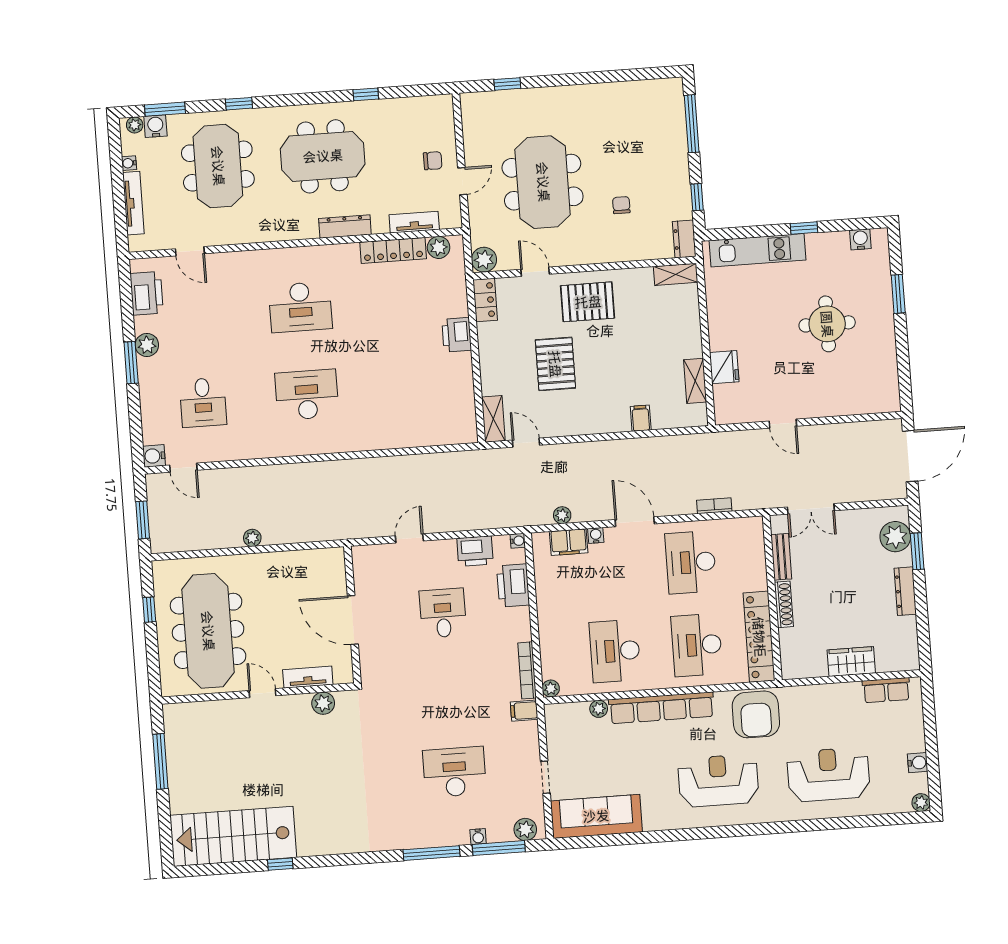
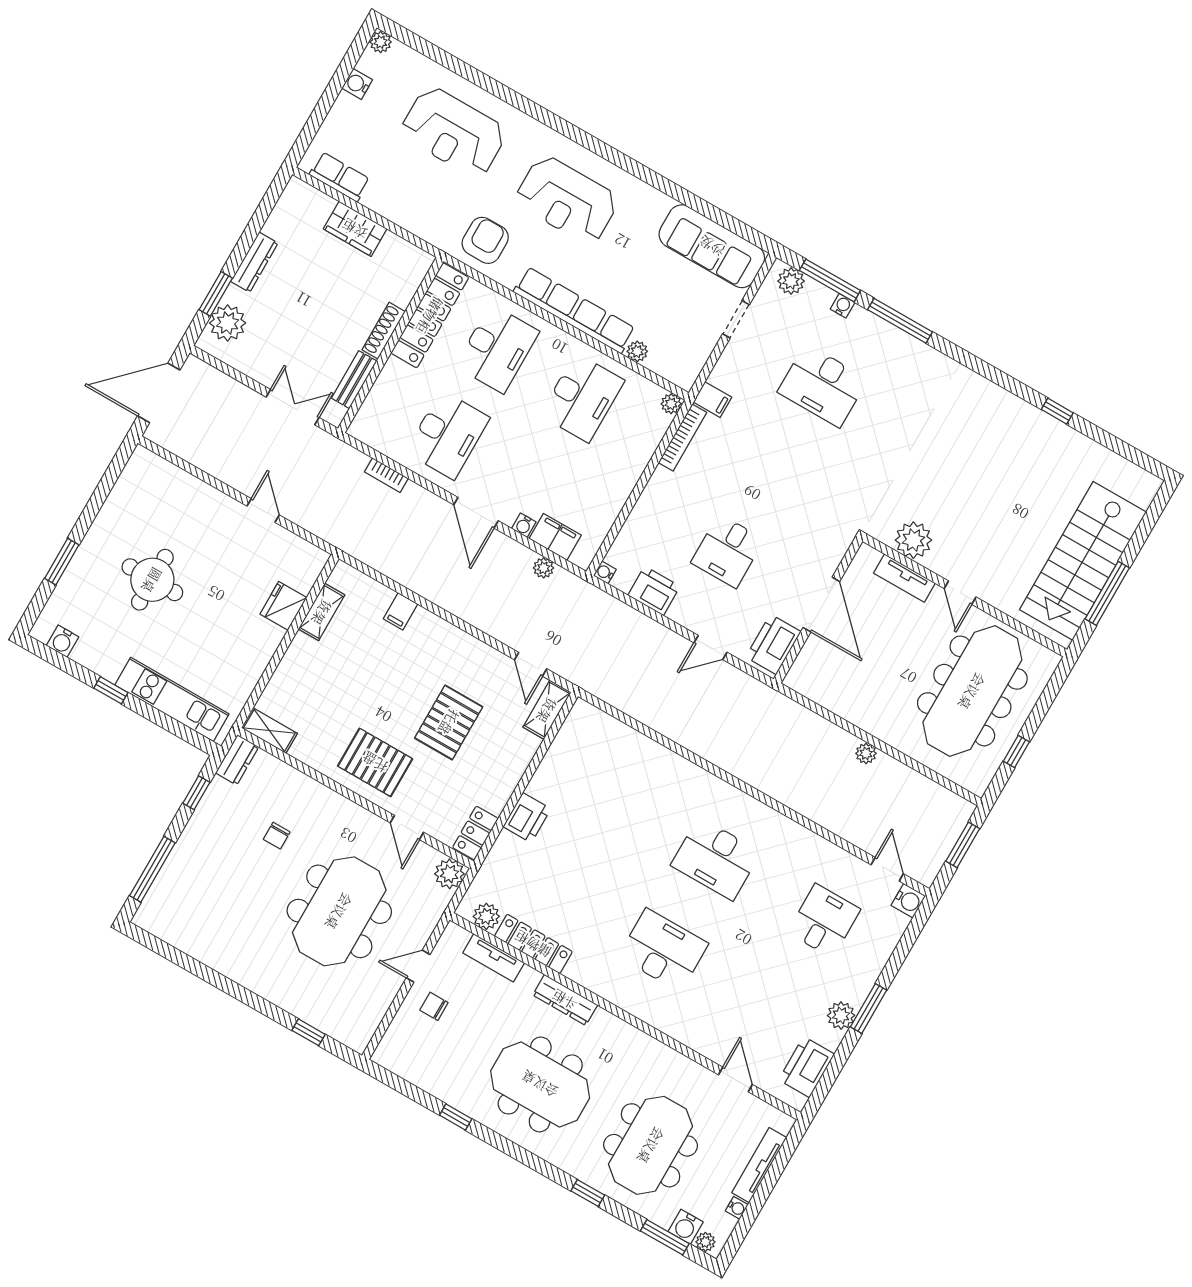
printer: (513, 586) -> (773, 644), moved, turned 180
plant: (323, 703) -> (913, 540), width x1.36, depth x1.36
armchair: (756, 714) -> (485, 240), width x0.73, depth x0.73
stairs: (233, 836) -> (1083, 561), moved, turned 90

